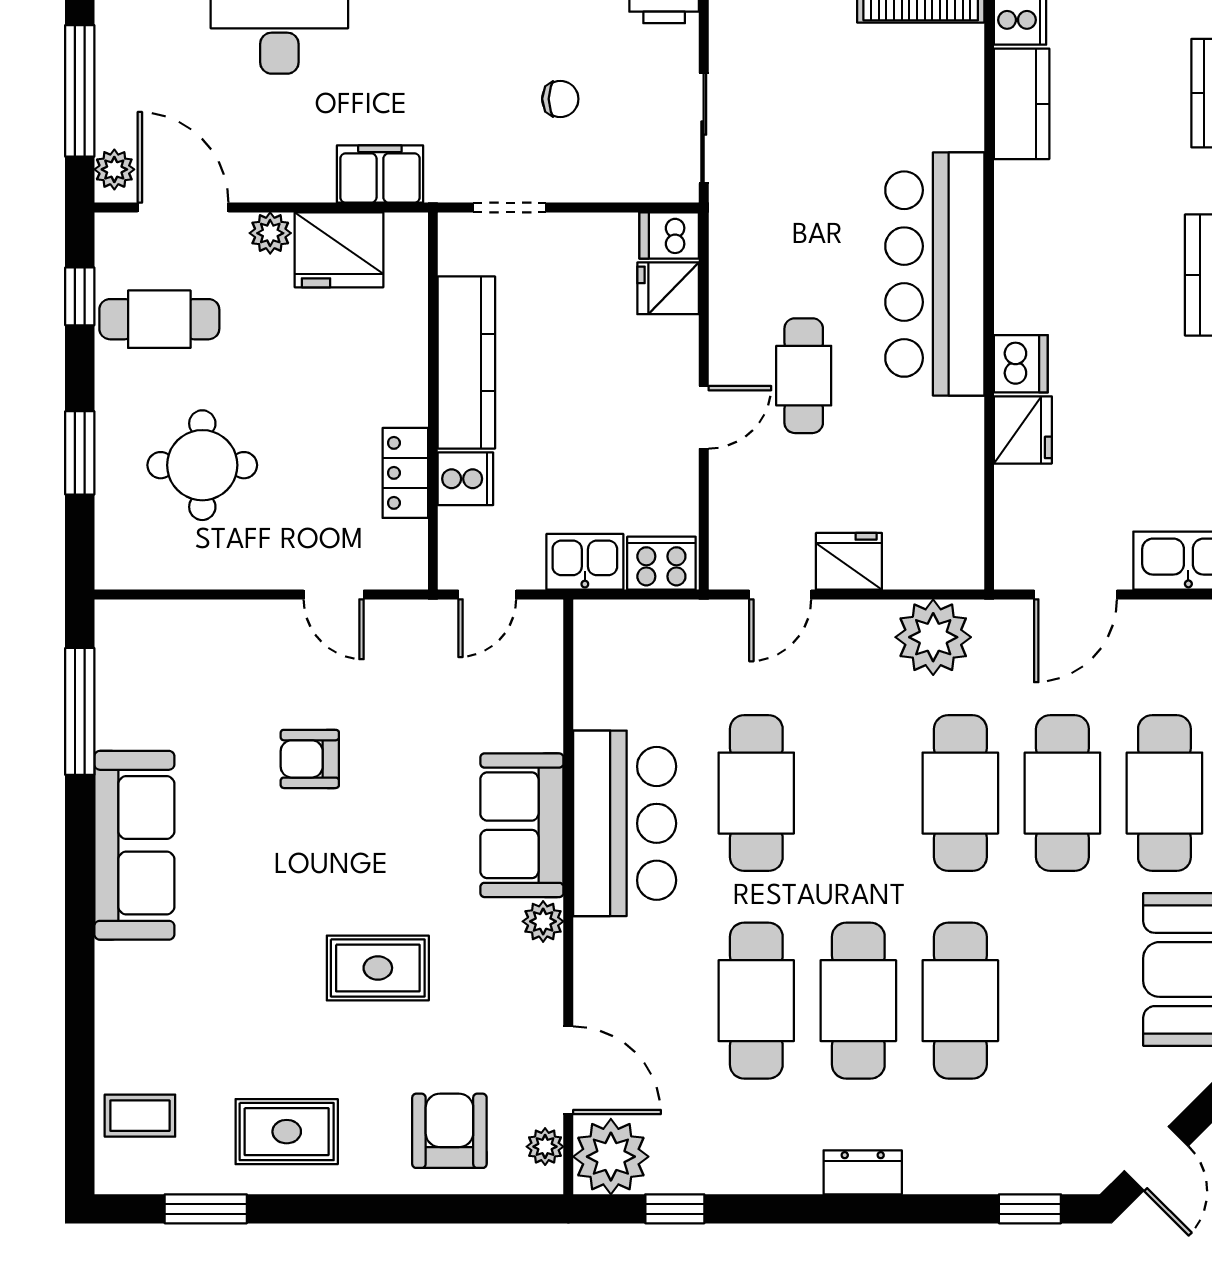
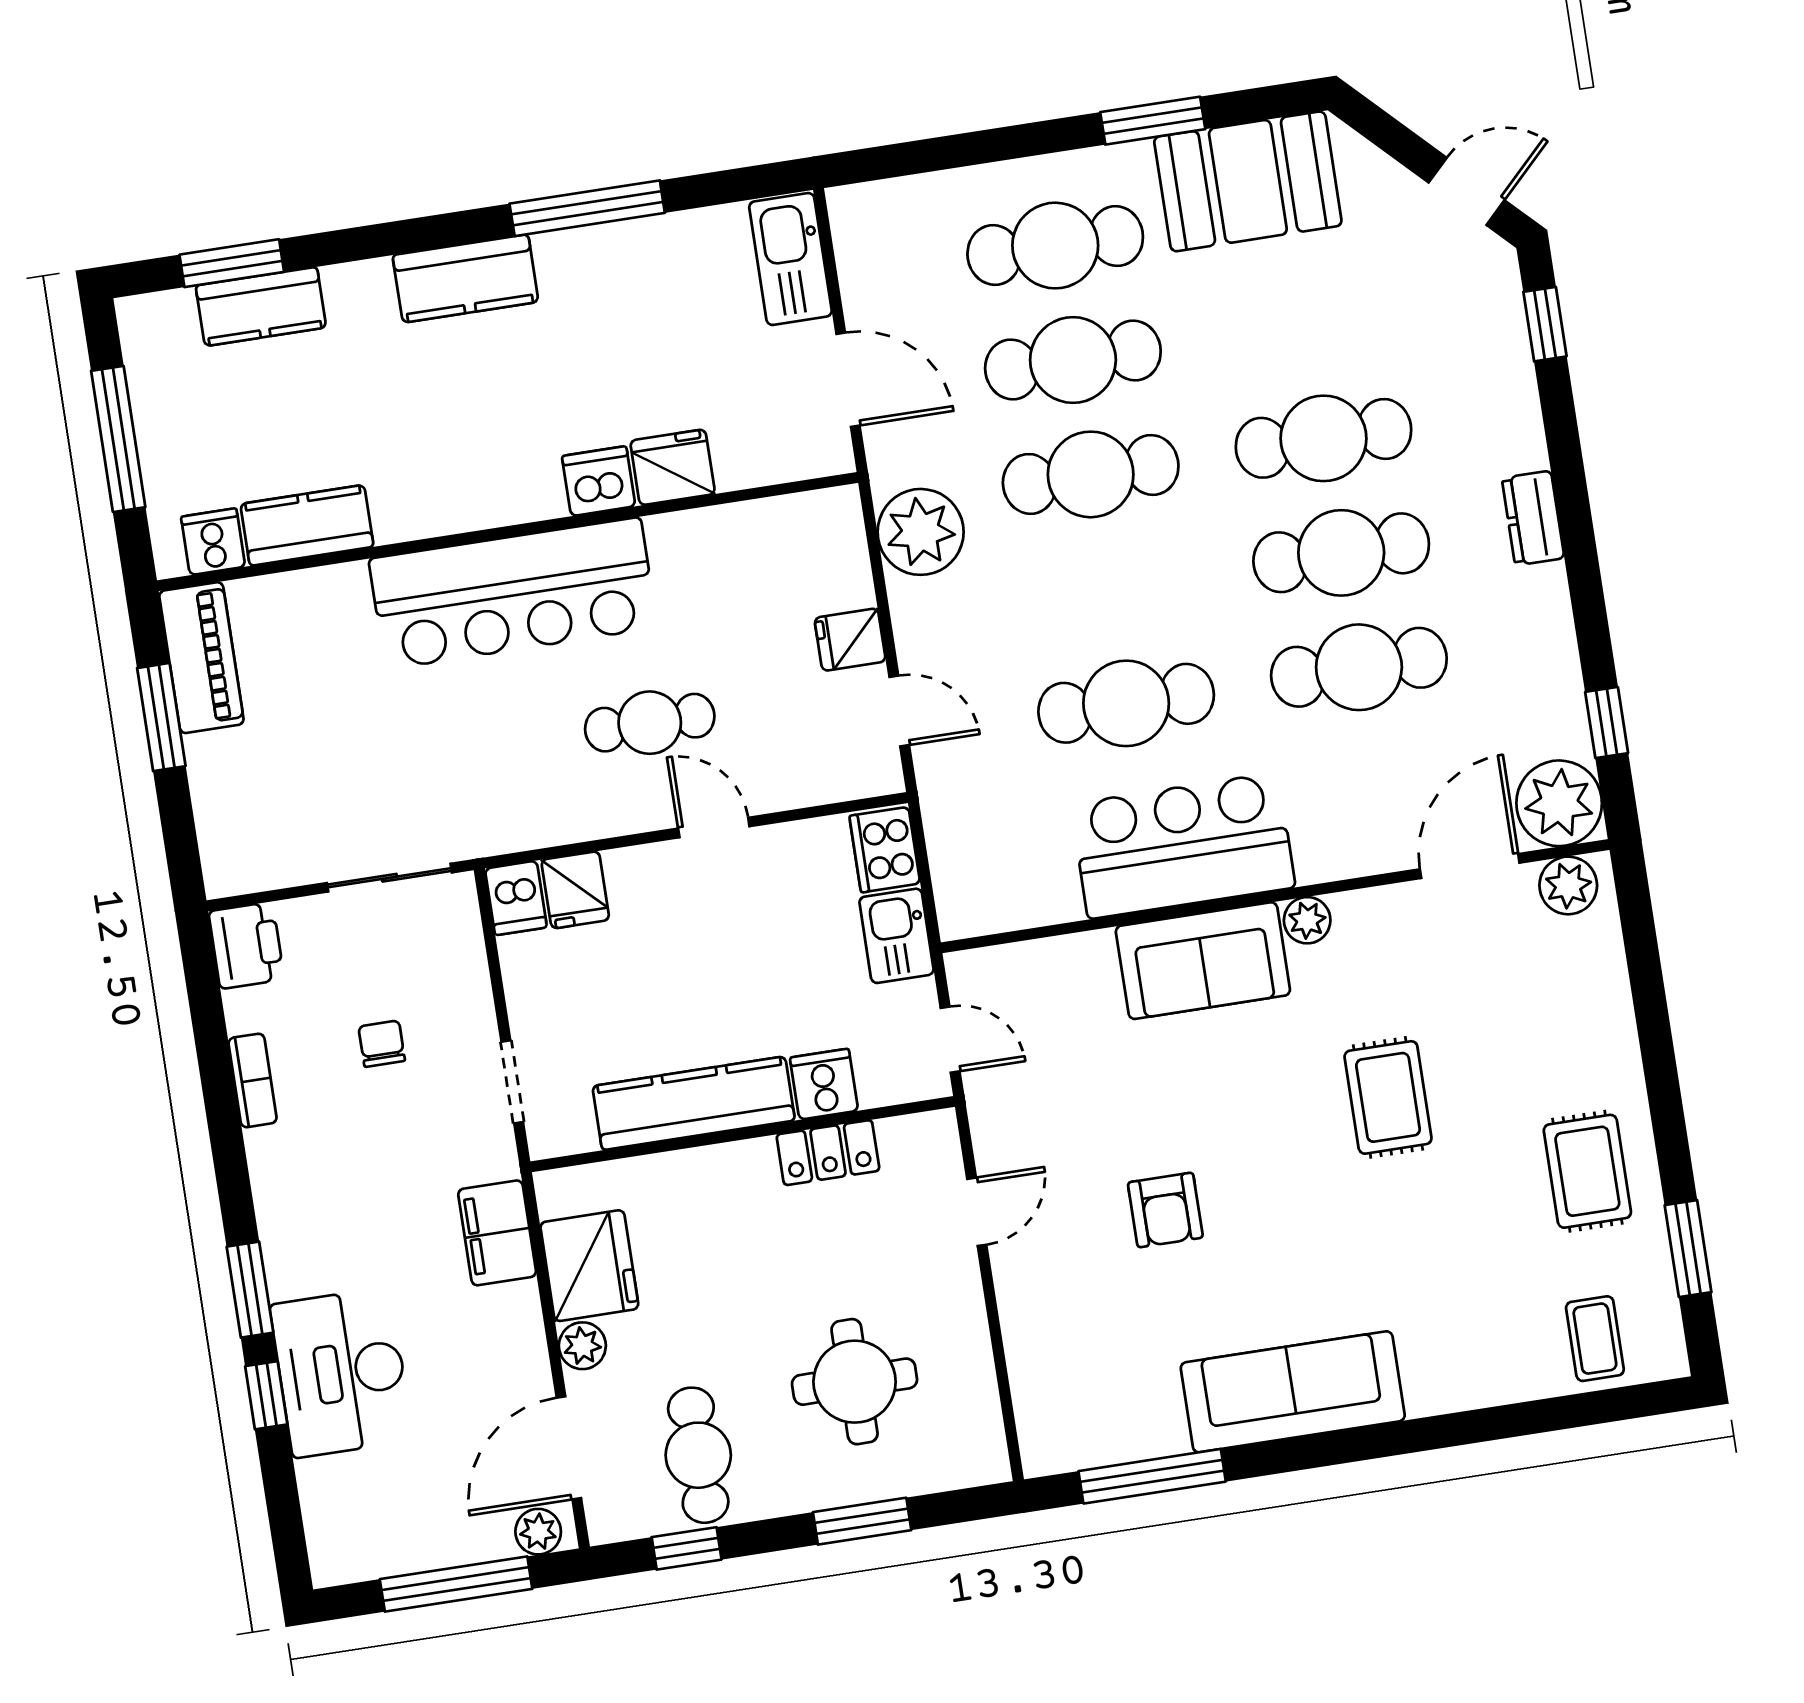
fridge: (849, 561) -> (850, 640), width x0.72
armchair: (449, 1131) -> (1558, 989), removed
plant: (545, 1147) -> (1568, 885), width x1.38, depth x1.38

